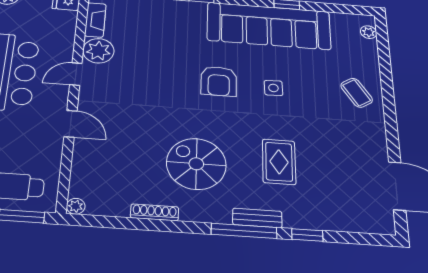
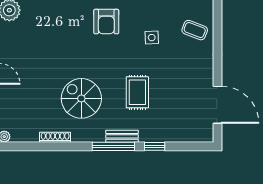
armchair: (219, 81) -> (106, 22), moved
side table: (273, 88) -> (152, 38), moved
coffee table: (357, 93) -> (195, 30), turned -37

